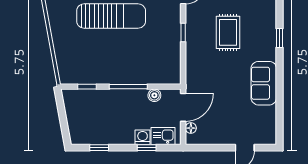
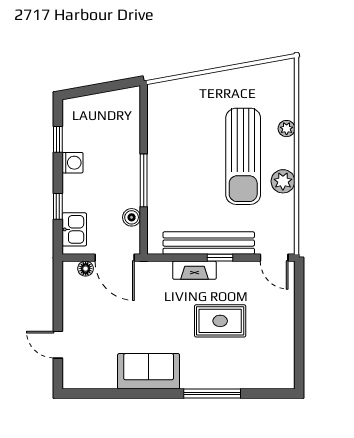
window: (280, 38) -> (212, 394), width x2.17
bench: (173, 40) -> (209, 243), added
fireplace: (192, 51) -> (194, 270), added
window: (87, 87) -> (144, 122), removed
washing machine: (143, 137) -> (73, 163), moved

